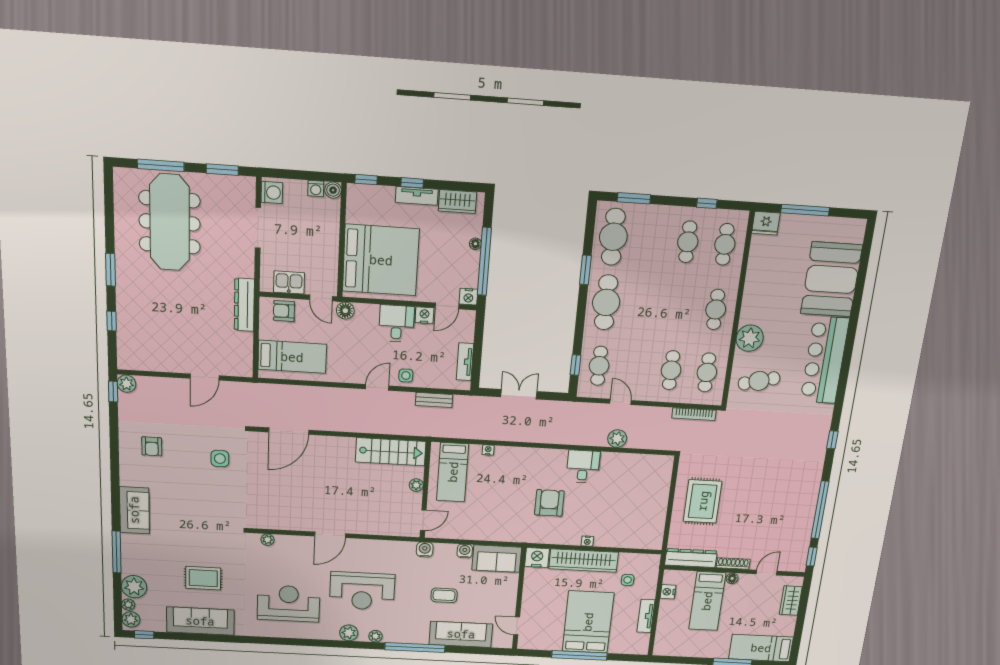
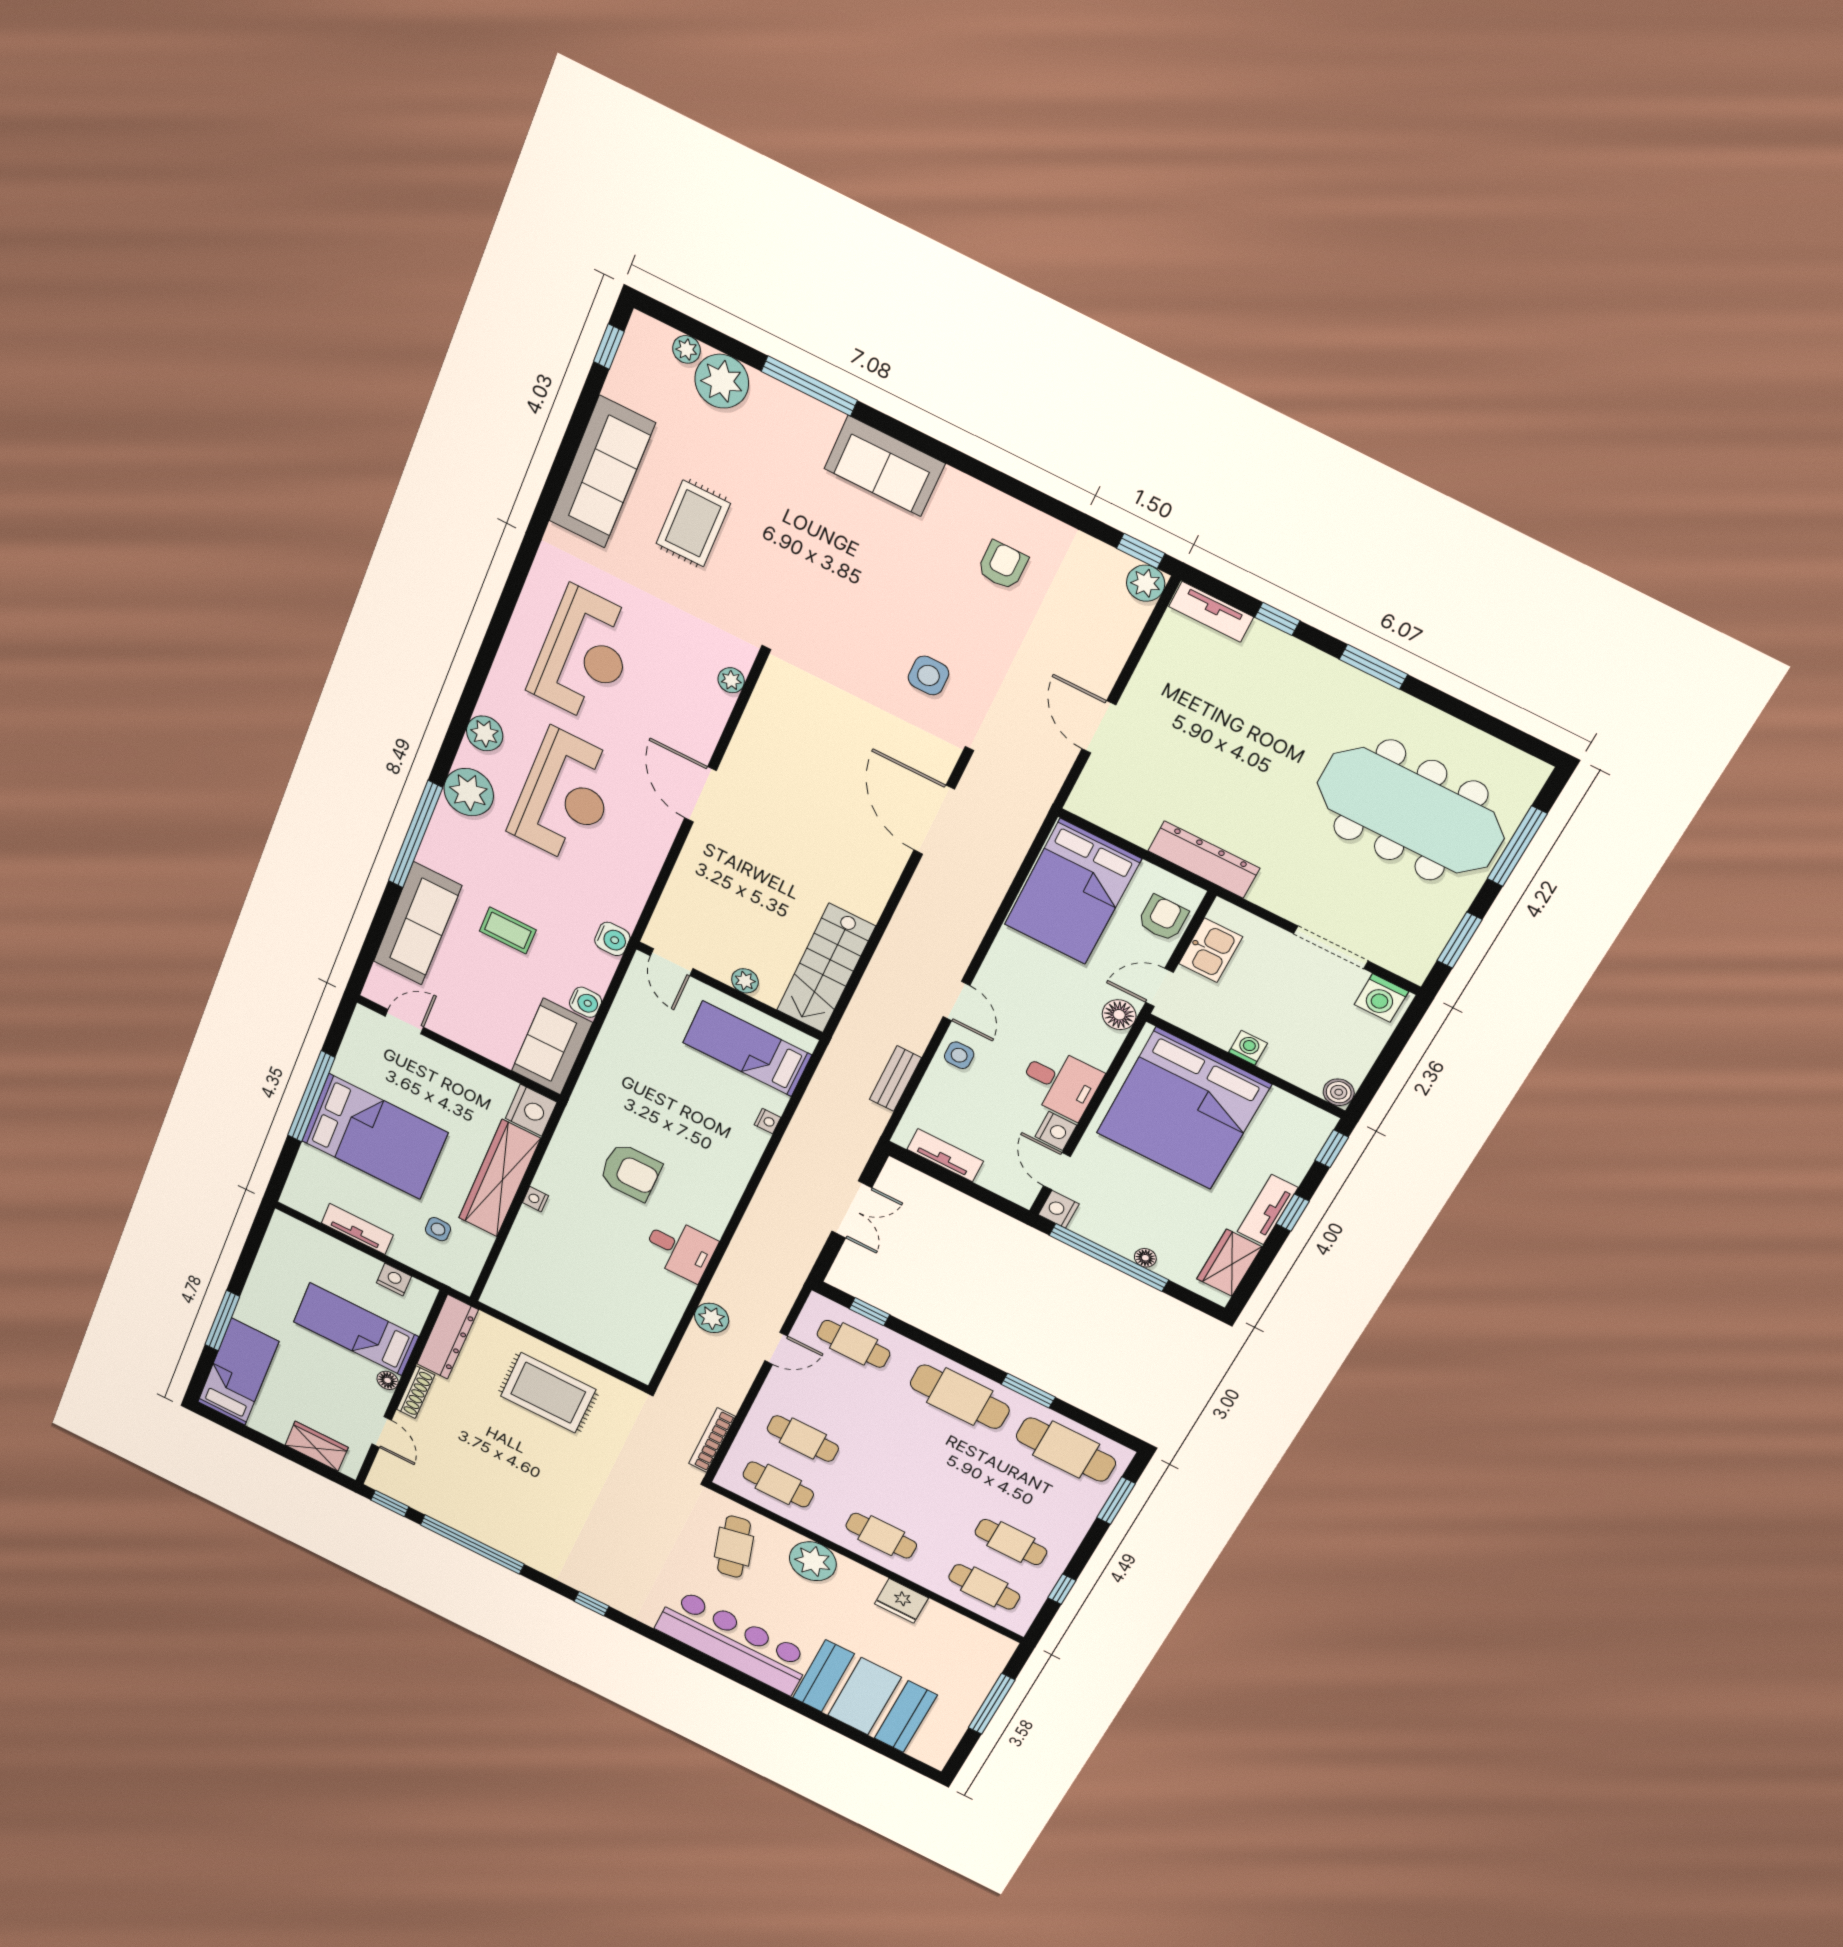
washing machine: (316, 189) -> (1248, 1048), moved, turned 90
fridge: (766, 223) -> (901, 1601), moved, turned -90
tv unit: (124, 351) -> (1211, 612), added
bed: (292, 357) -> (1073, 892), width x1.50
armchair: (152, 446) -> (1003, 565), turned 90
reception desk: (362, 591) -> (565, 797), turned 180
coffee table: (444, 595) -> (508, 930), turned 90
plant: (131, 619) -> (652, 338), removed
plant: (376, 636) -> (469, 792), width x1.87, depth x1.87

